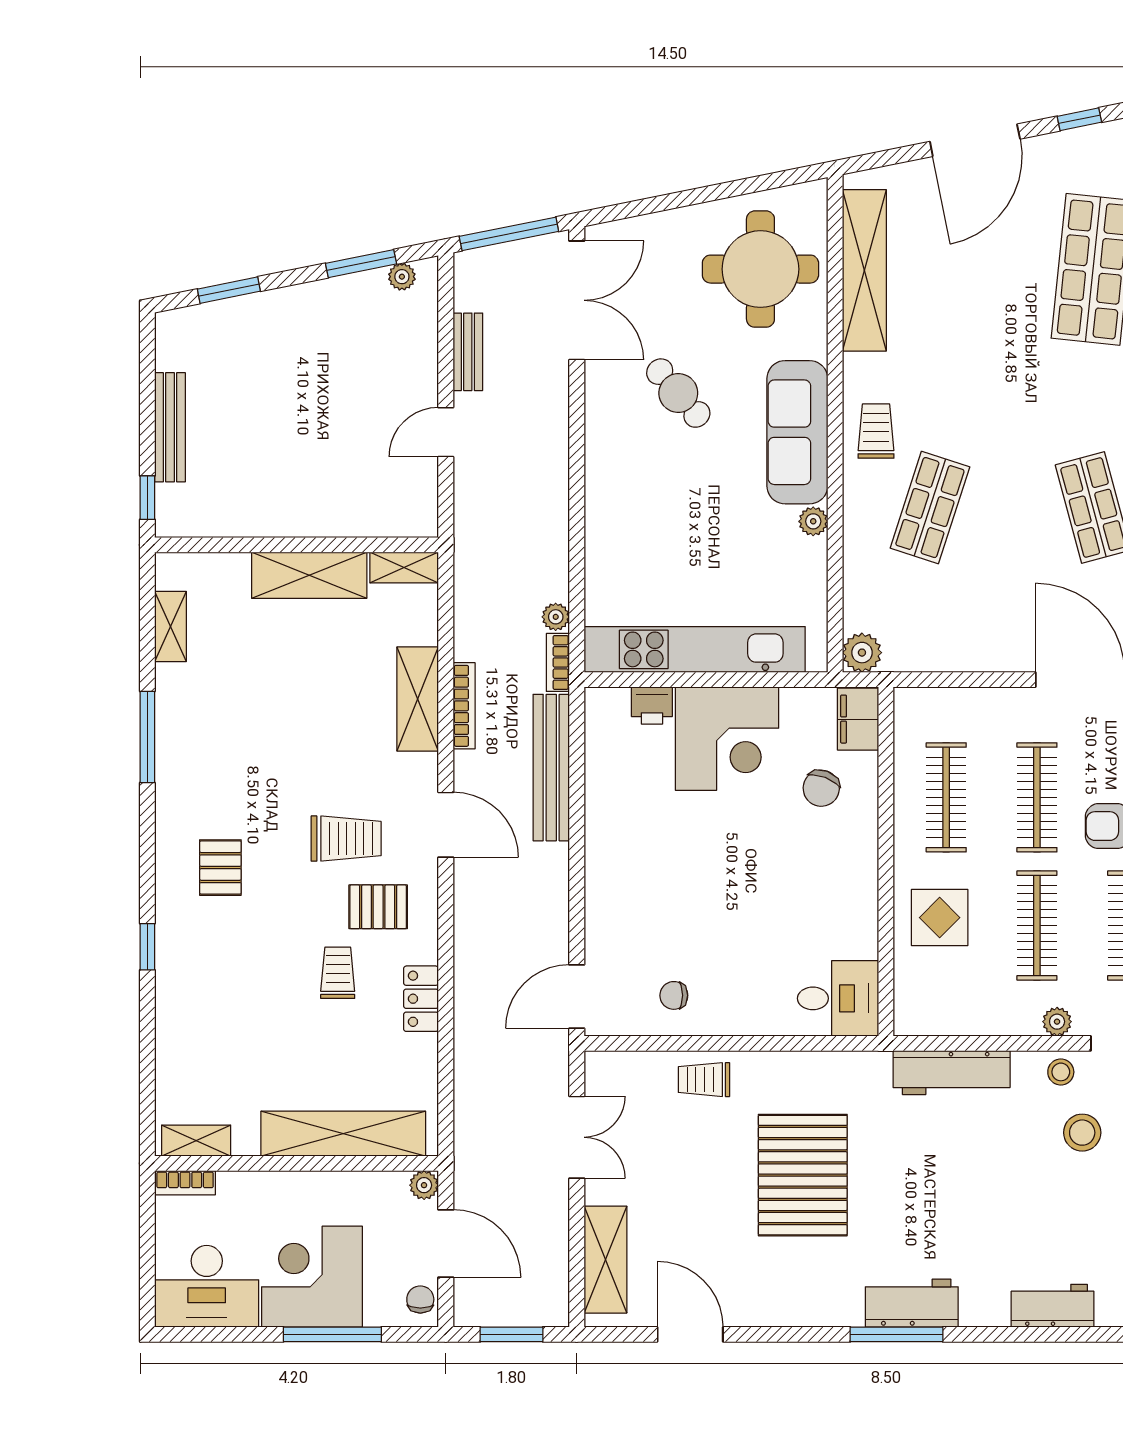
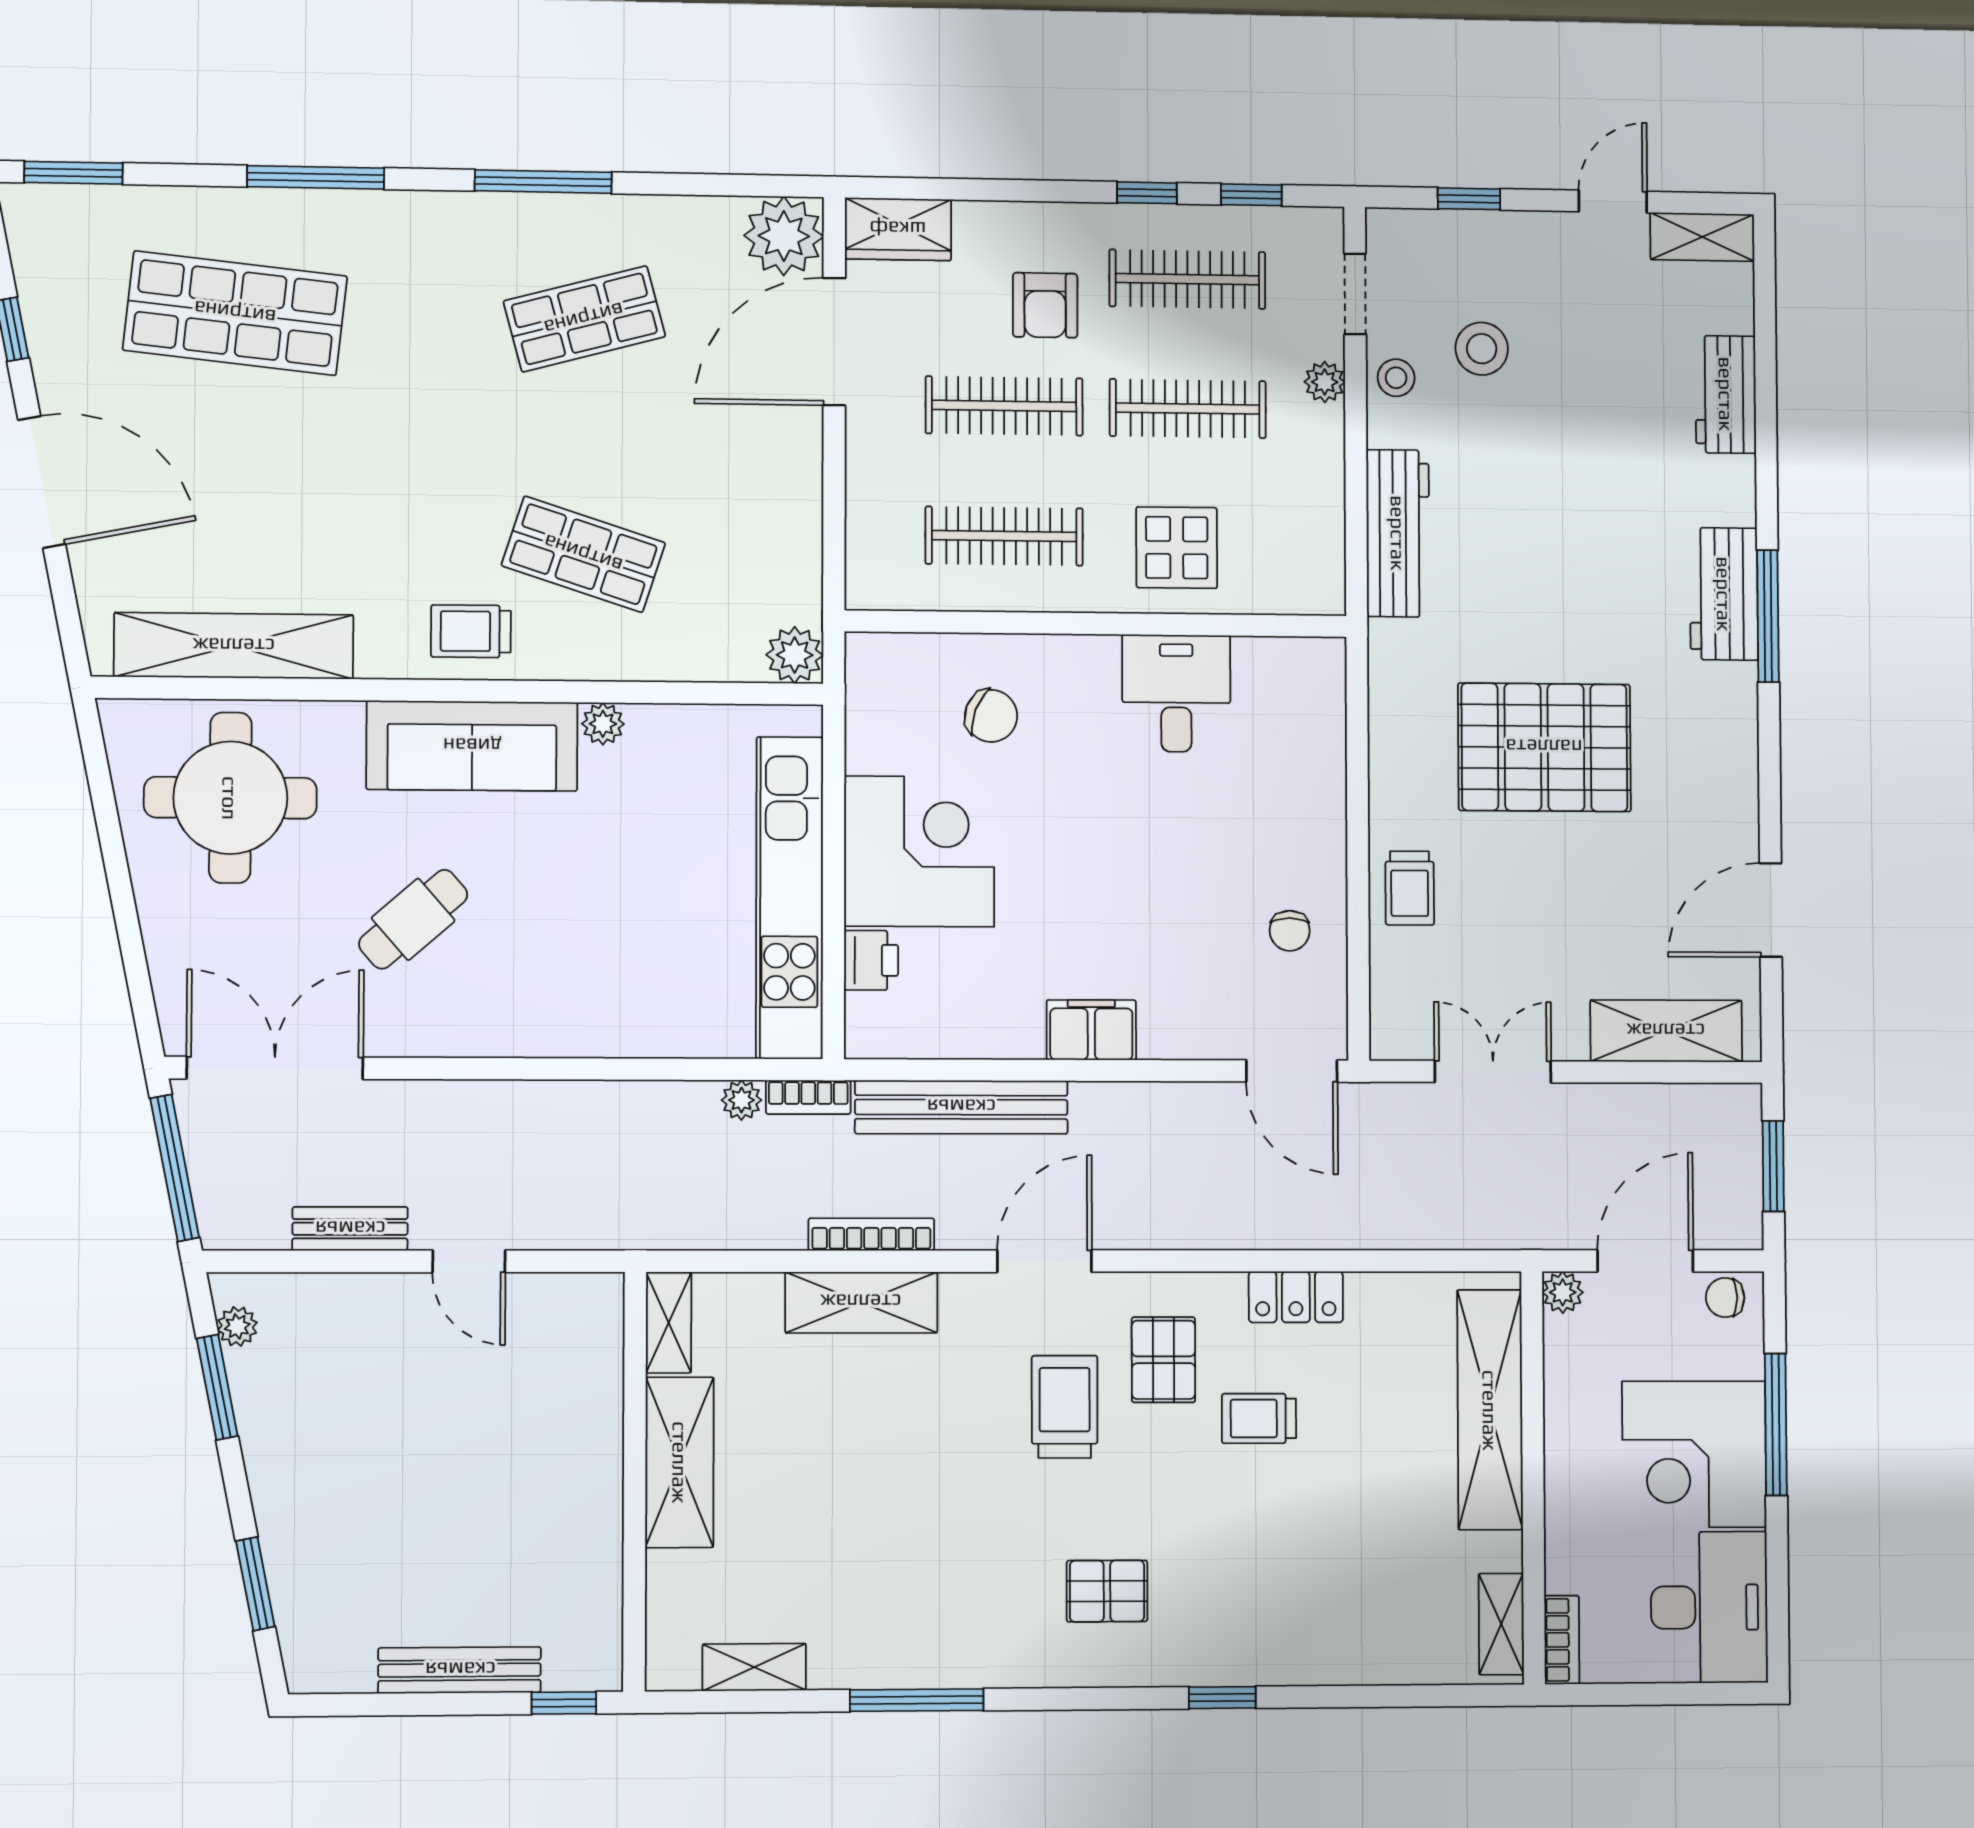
filing cabinet: (858, 719) -> (1091, 1030), moved, turned 180
desk: (838, 998) -> (1176, 693), moved

